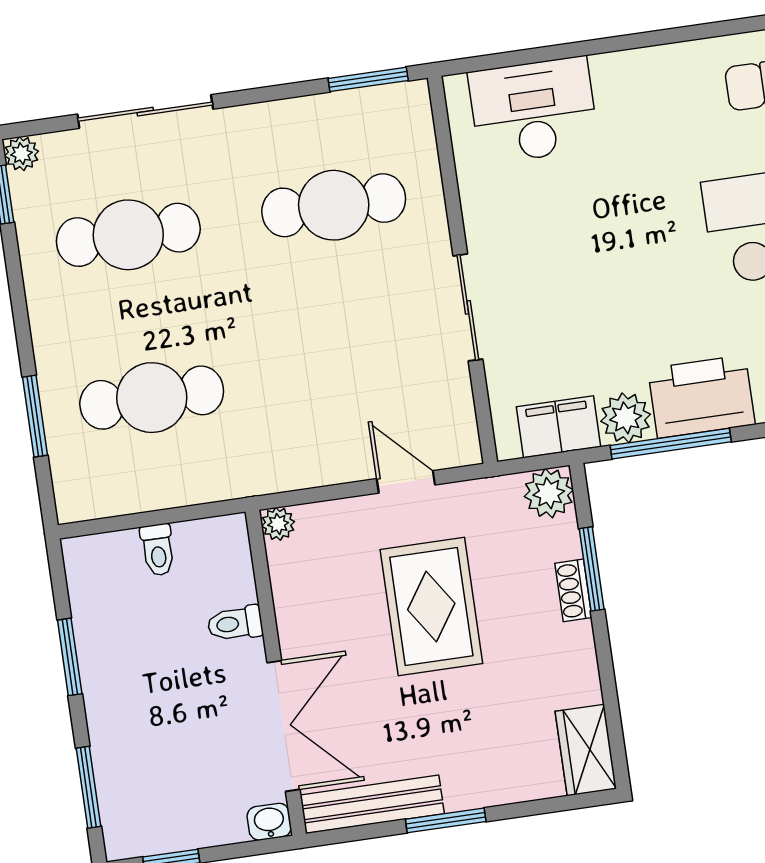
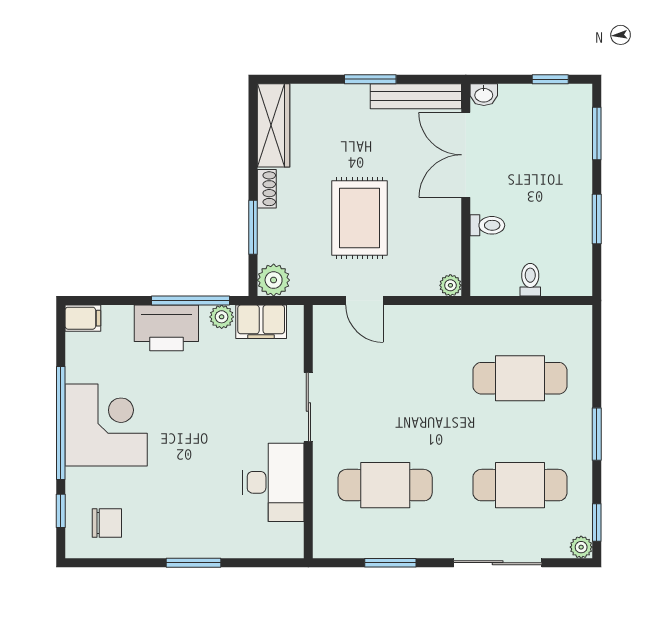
window: (609, 45) -> (194, 563), added
window: (368, 79) -> (390, 563), moved
desk: (533, 110) -> (273, 482), moved, turned -90
window: (35, 416) -> (597, 434), moved
plant: (626, 418) -> (222, 317), width x0.73, depth x0.73
shoe rack: (573, 590) -> (267, 189), moved
wardrobe: (586, 750) -> (274, 125), width x1.50

